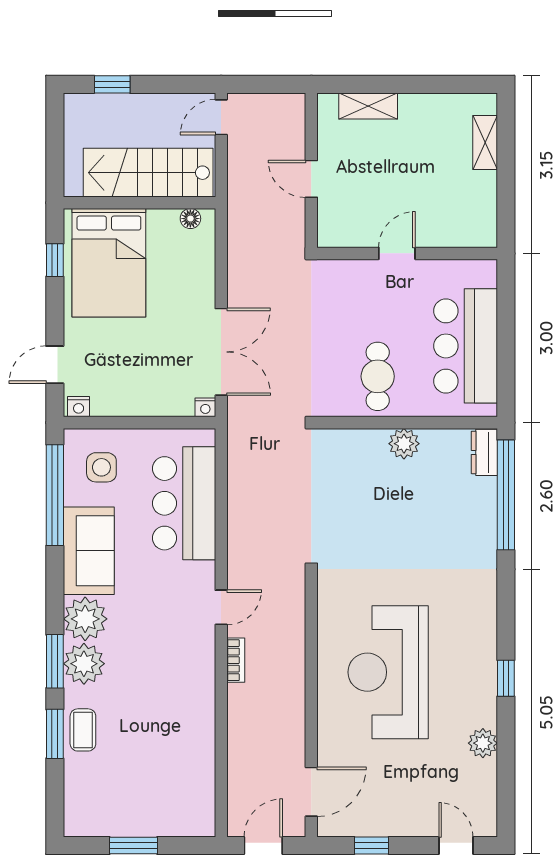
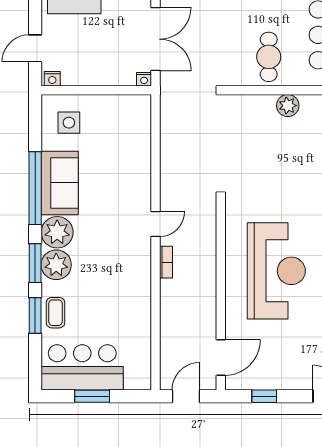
window: (55, 495) -> (35, 188), moved
bar counter: (184, 503) -> (82, 367), moved, turned 90
reception desk: (388, 672) -> (276, 271), turned 180

